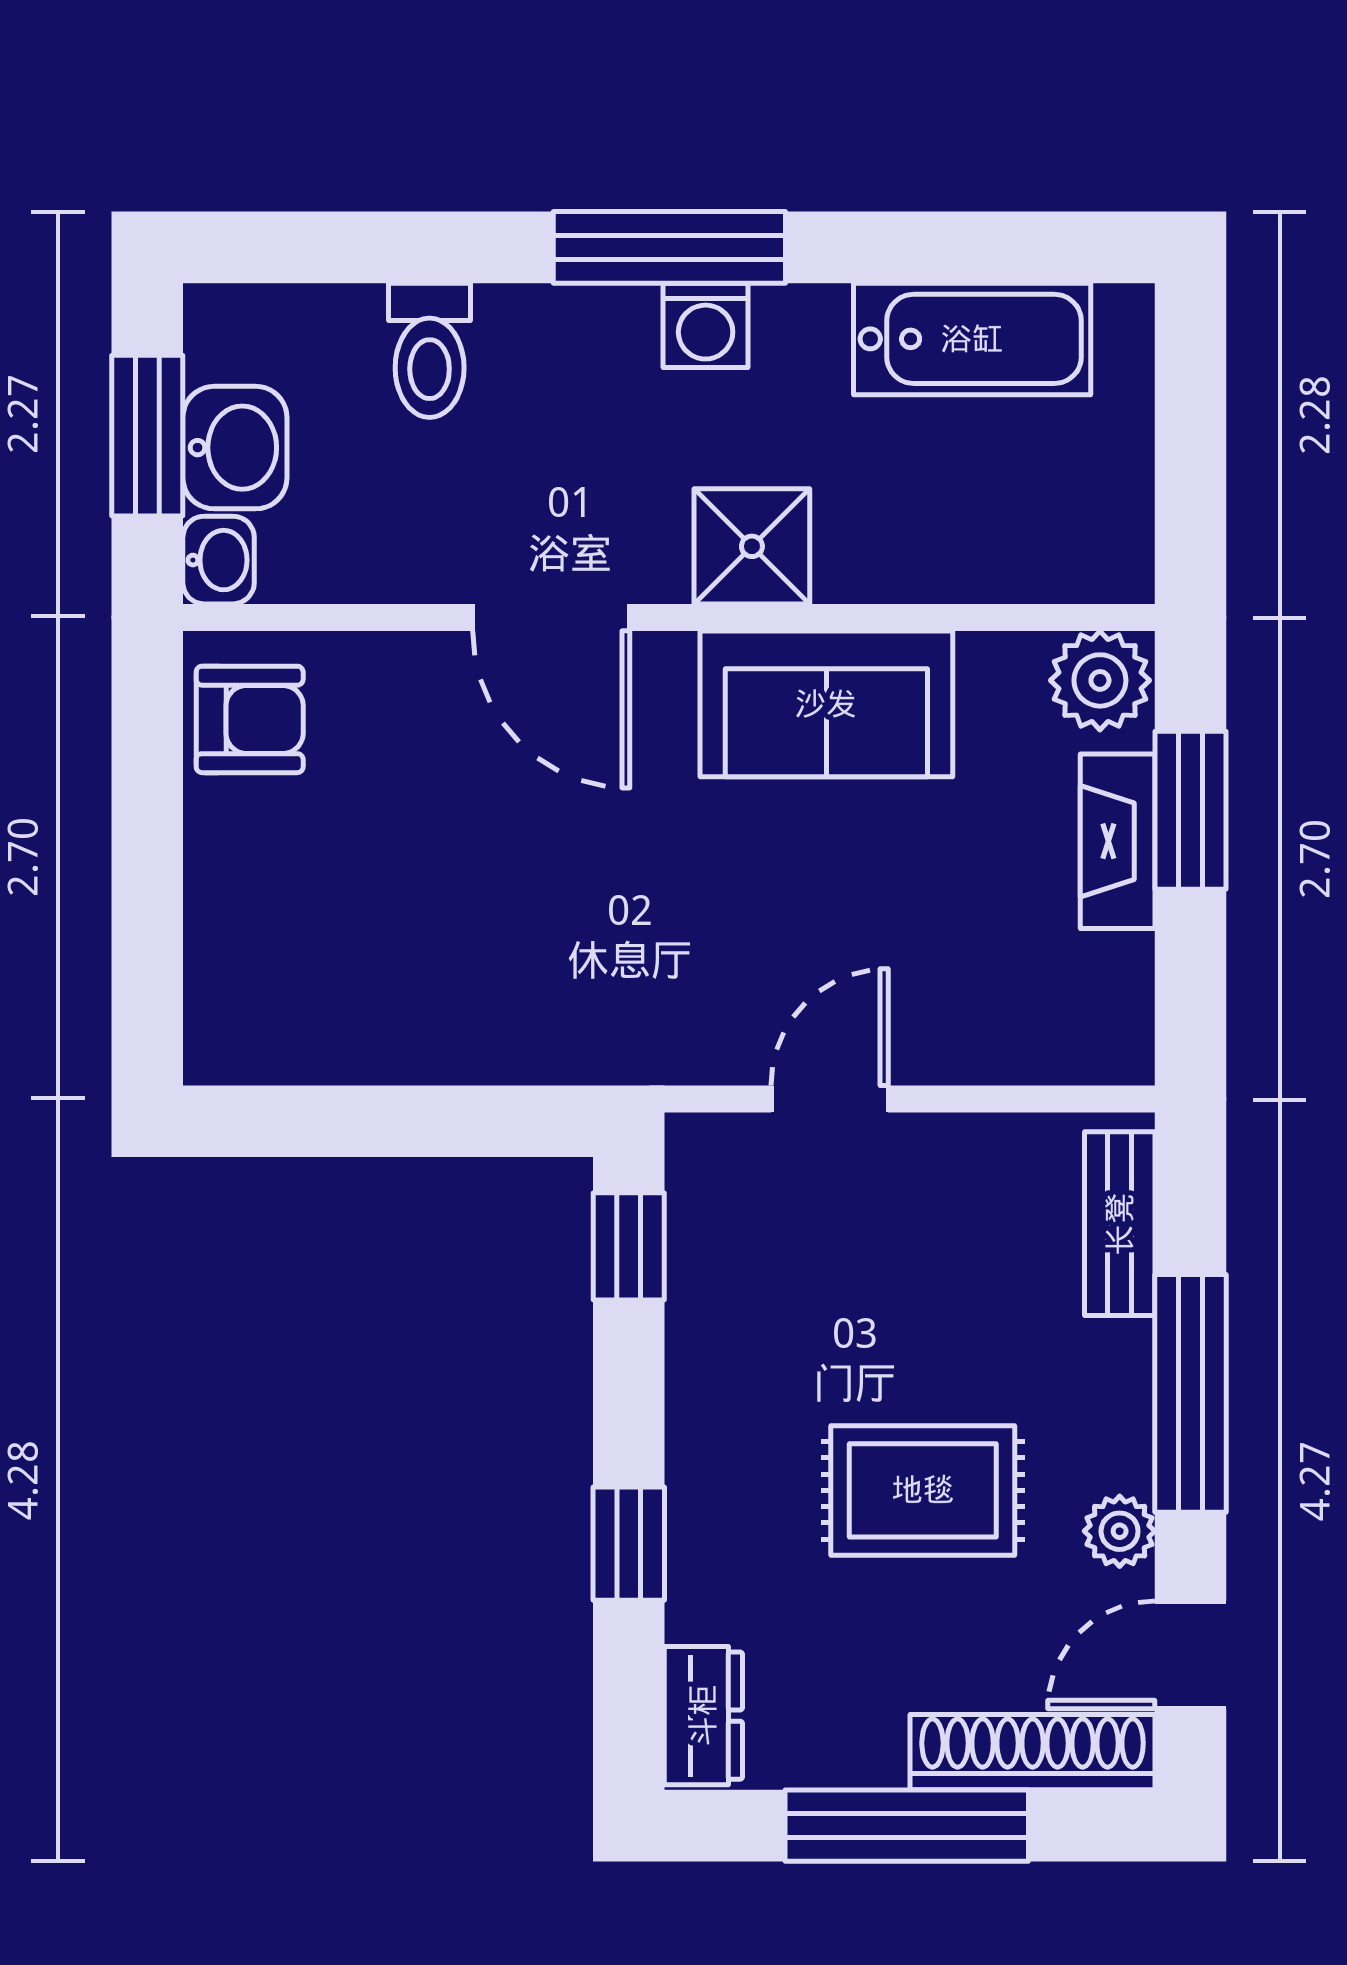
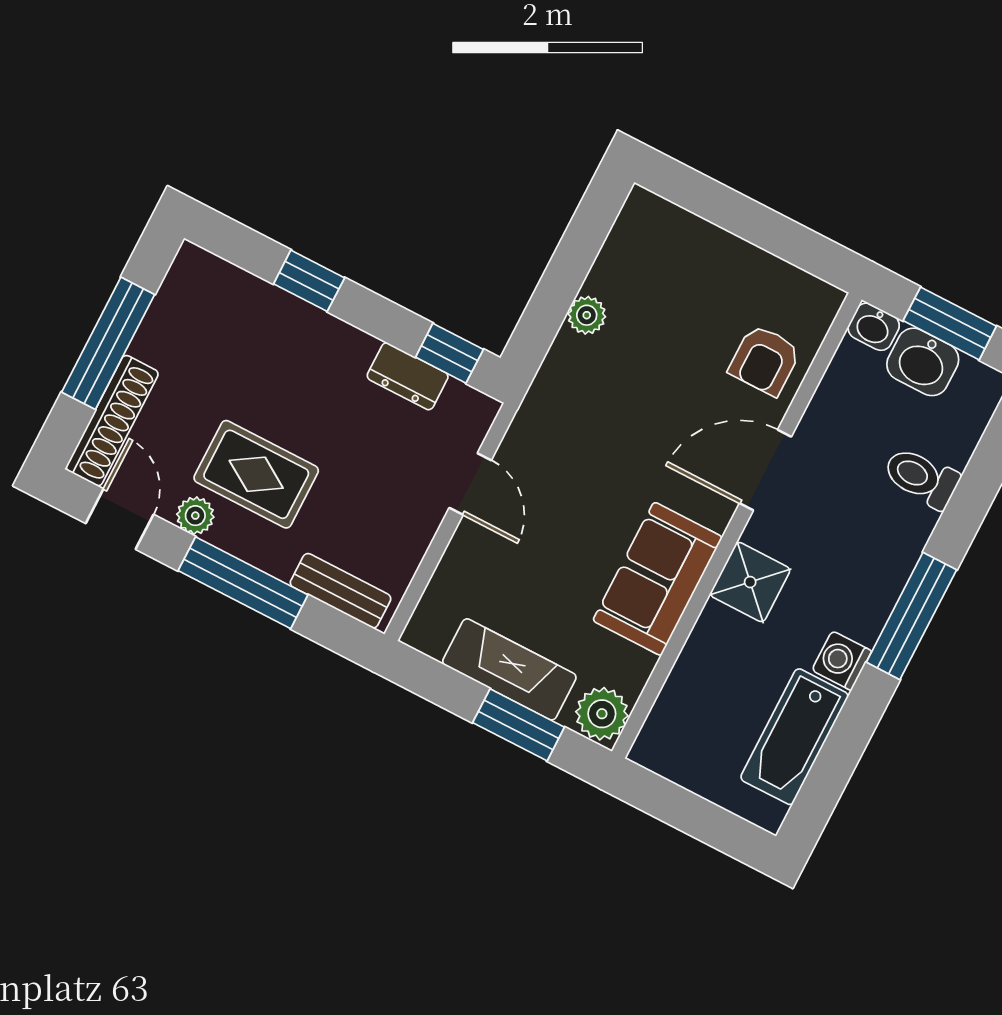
washing machine: (706, 325) -> (842, 661), moved
armchair: (250, 719) -> (765, 360), moved
fireplace: (1118, 841) -> (509, 669), width x1.37, depth x1.32
plant: (447, 1050) -> (587, 315), added
rug: (923, 1490) -> (256, 474), moved, turned 90
dresser: (703, 1716) -> (408, 376), moved

